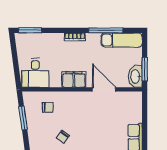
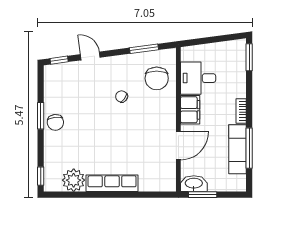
exam couch: (122, 40) -> (237, 149), moved
desk: (35, 73) -> (198, 78), moved
chair: (48, 107) -> (157, 78), width x1.87, depth x1.87

